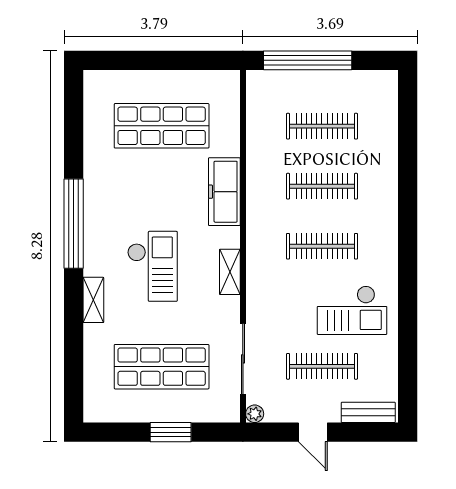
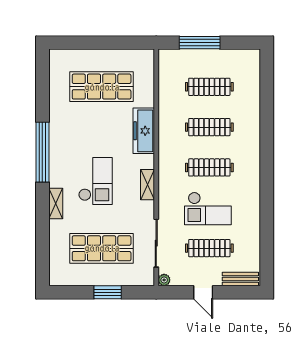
window: (308, 60) -> (200, 43), width x0.68
checkout: (352, 310) -> (208, 208), moved

